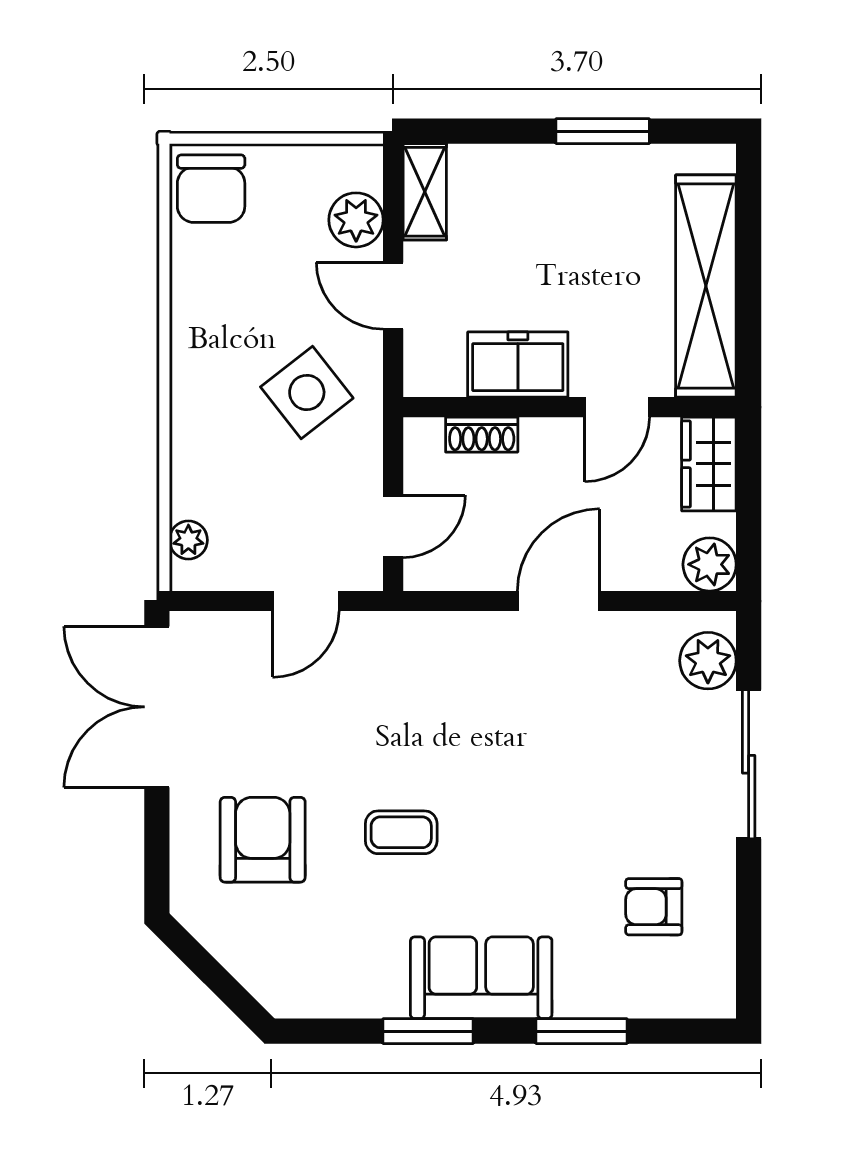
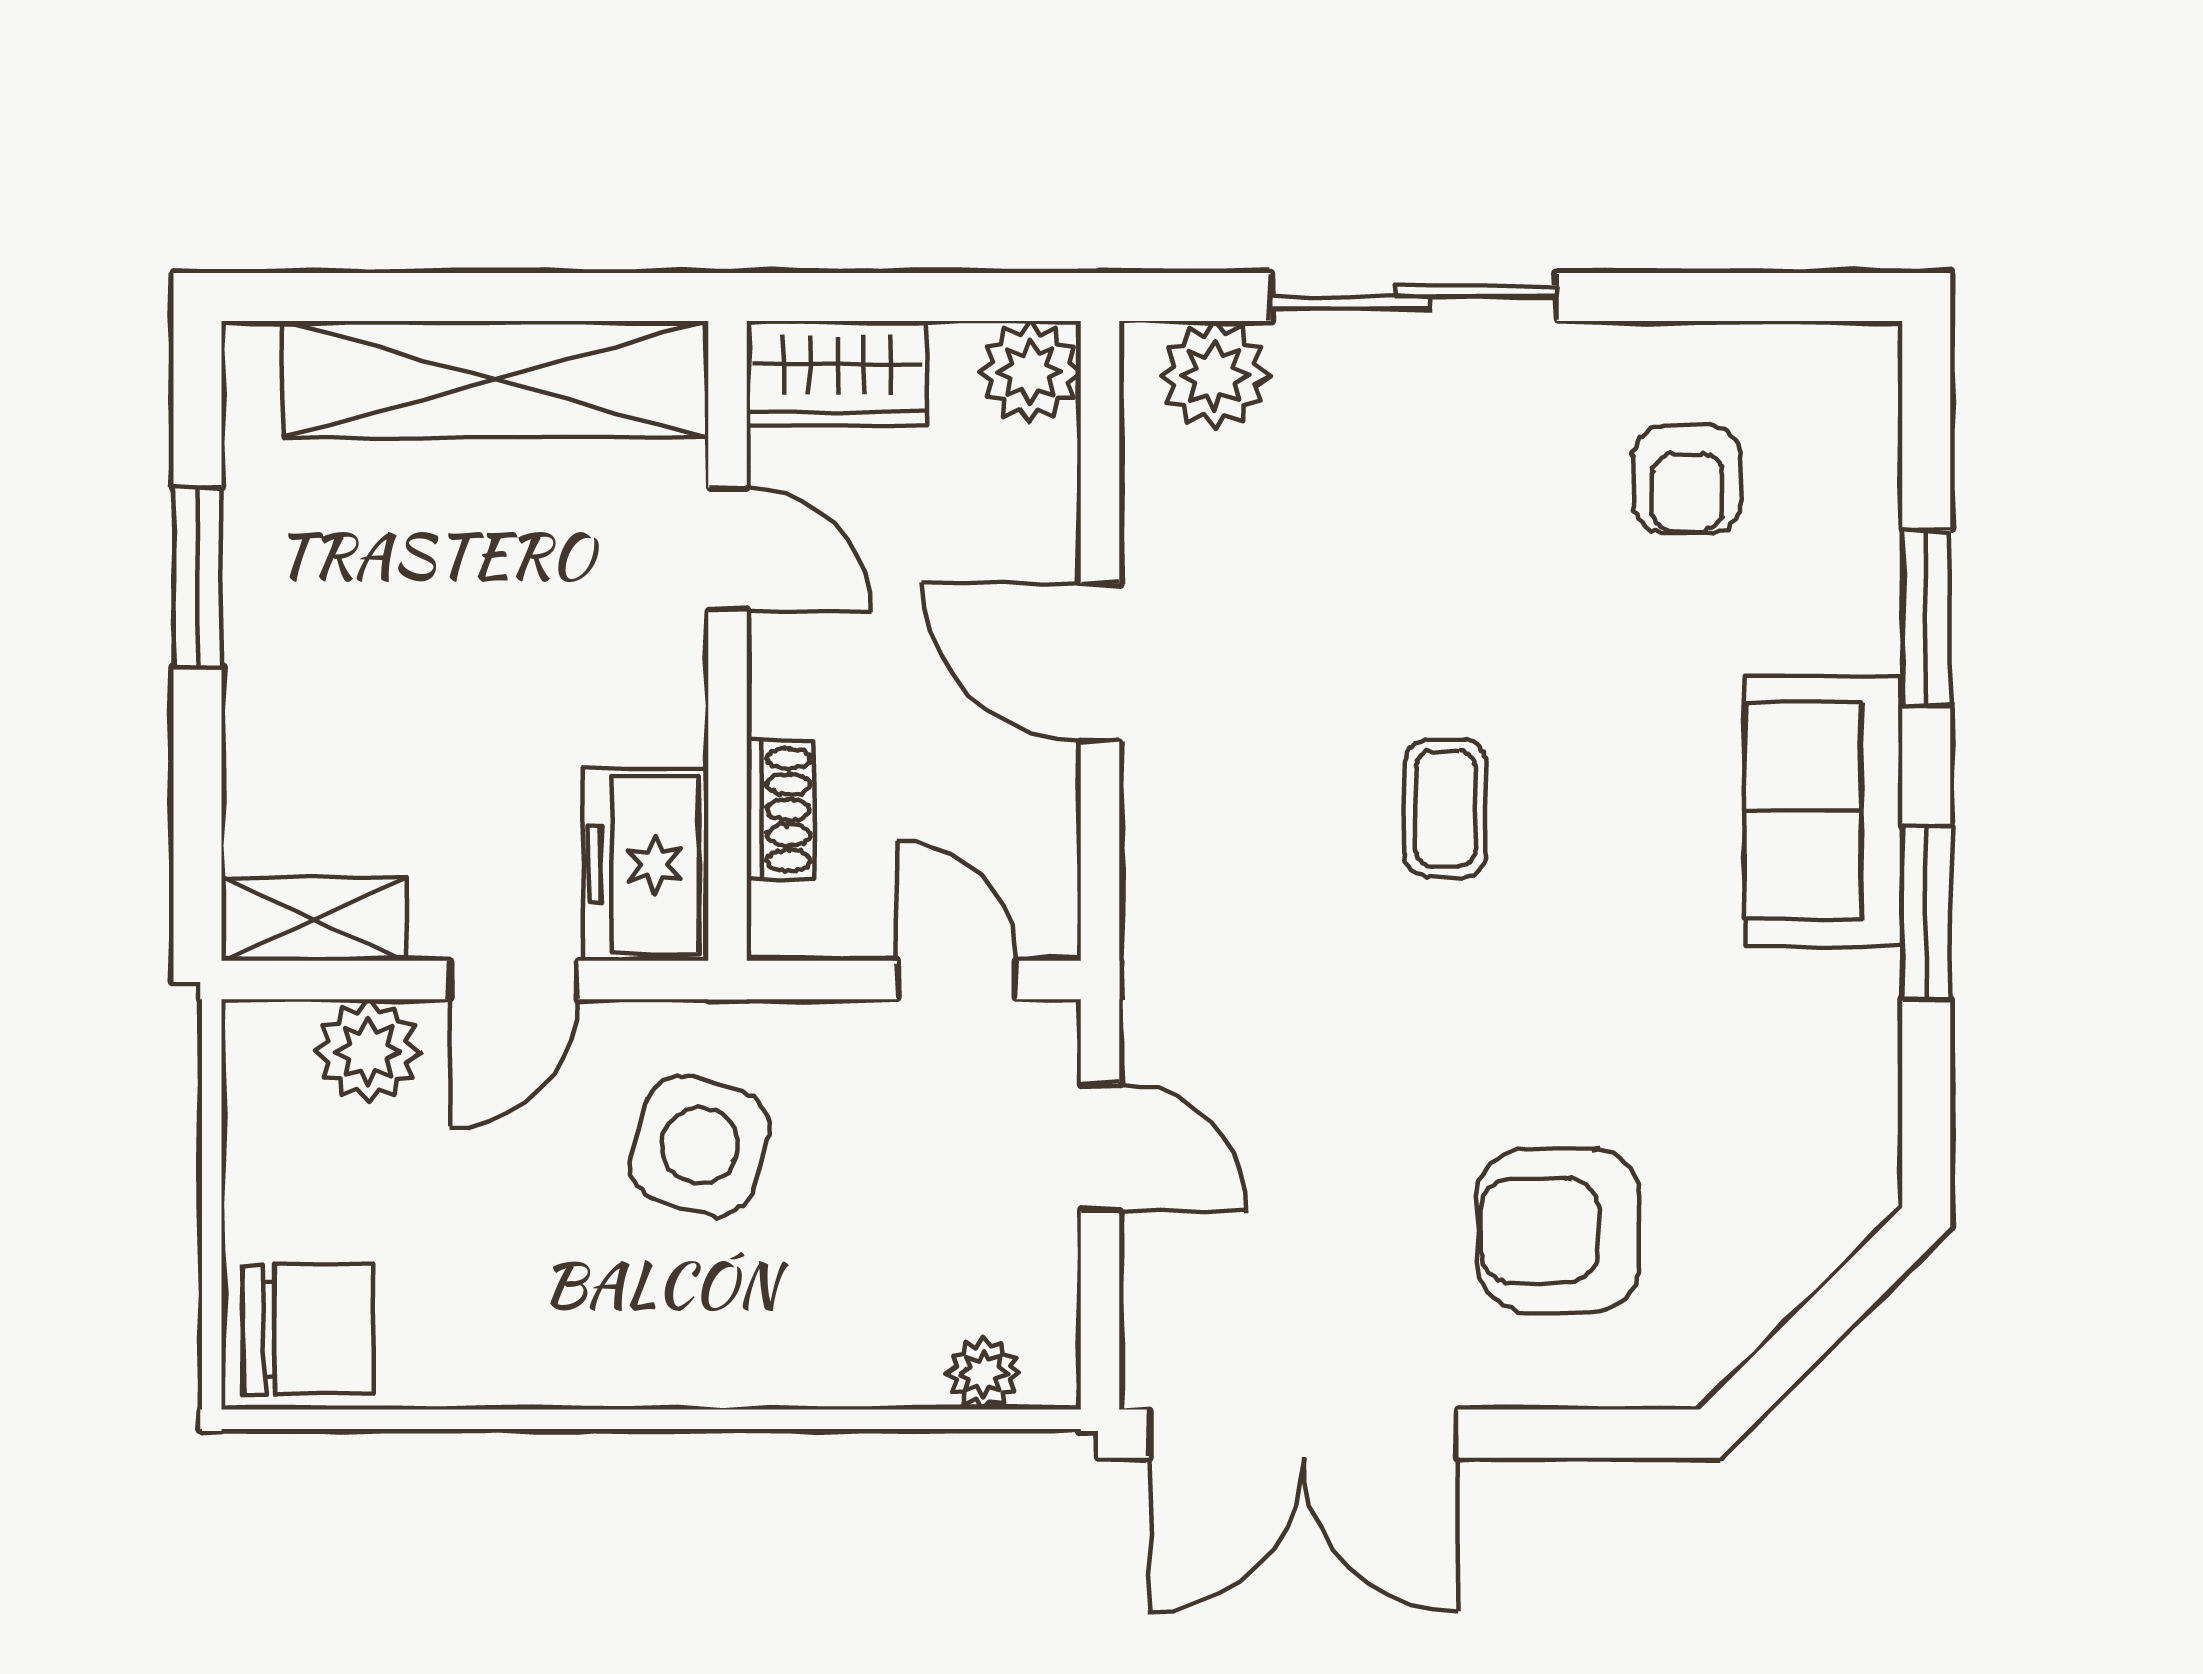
freezer: (518, 365) -> (646, 865), moved
side table: (307, 392) -> (700, 1146), turned -35
coffee table: (401, 832) -> (1446, 808), moved

